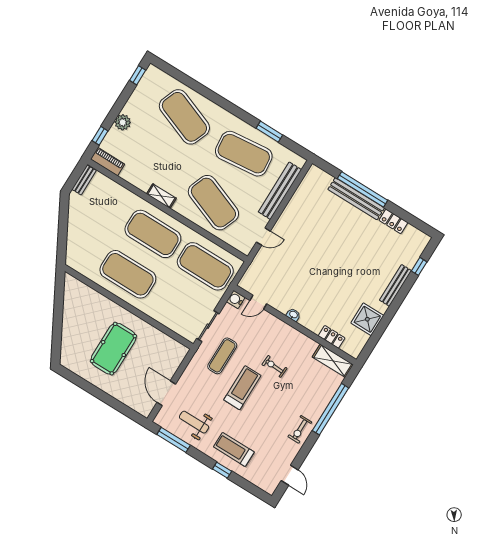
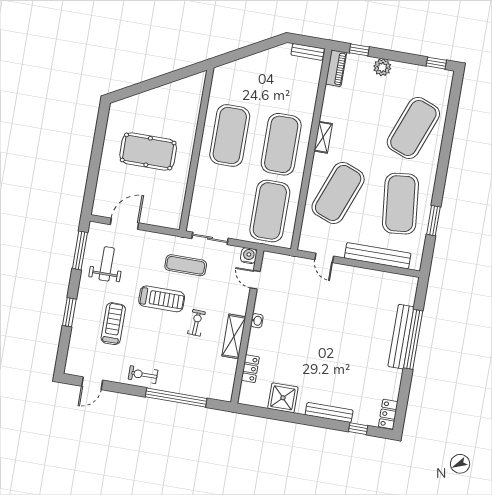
locker: (393, 221) -> (388, 414), moved
shelving: (333, 361) -> (234, 336), moved
treadmill: (234, 449) -> (113, 324), moved
window: (222, 470) -> (69, 312), width x1.50

